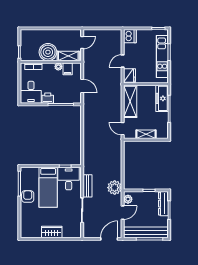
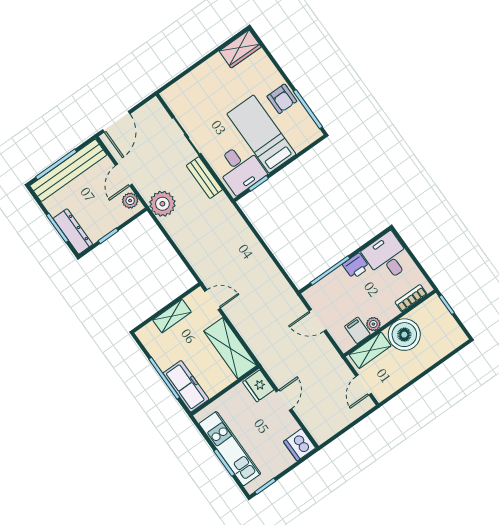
wardrobe: (52, 232) -> (240, 49), moved

